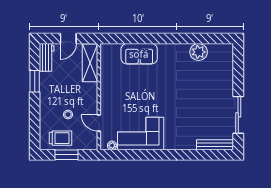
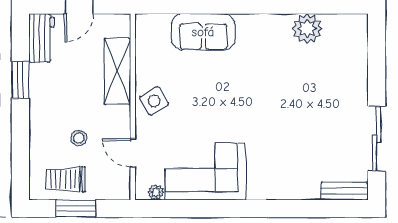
shelving: (90, 63) -> (117, 71), moved
side table: (111, 93) -> (154, 101), added
trolley: (60, 138) -> (66, 179), turned 180
bench: (215, 145) -> (344, 191), width x0.73

